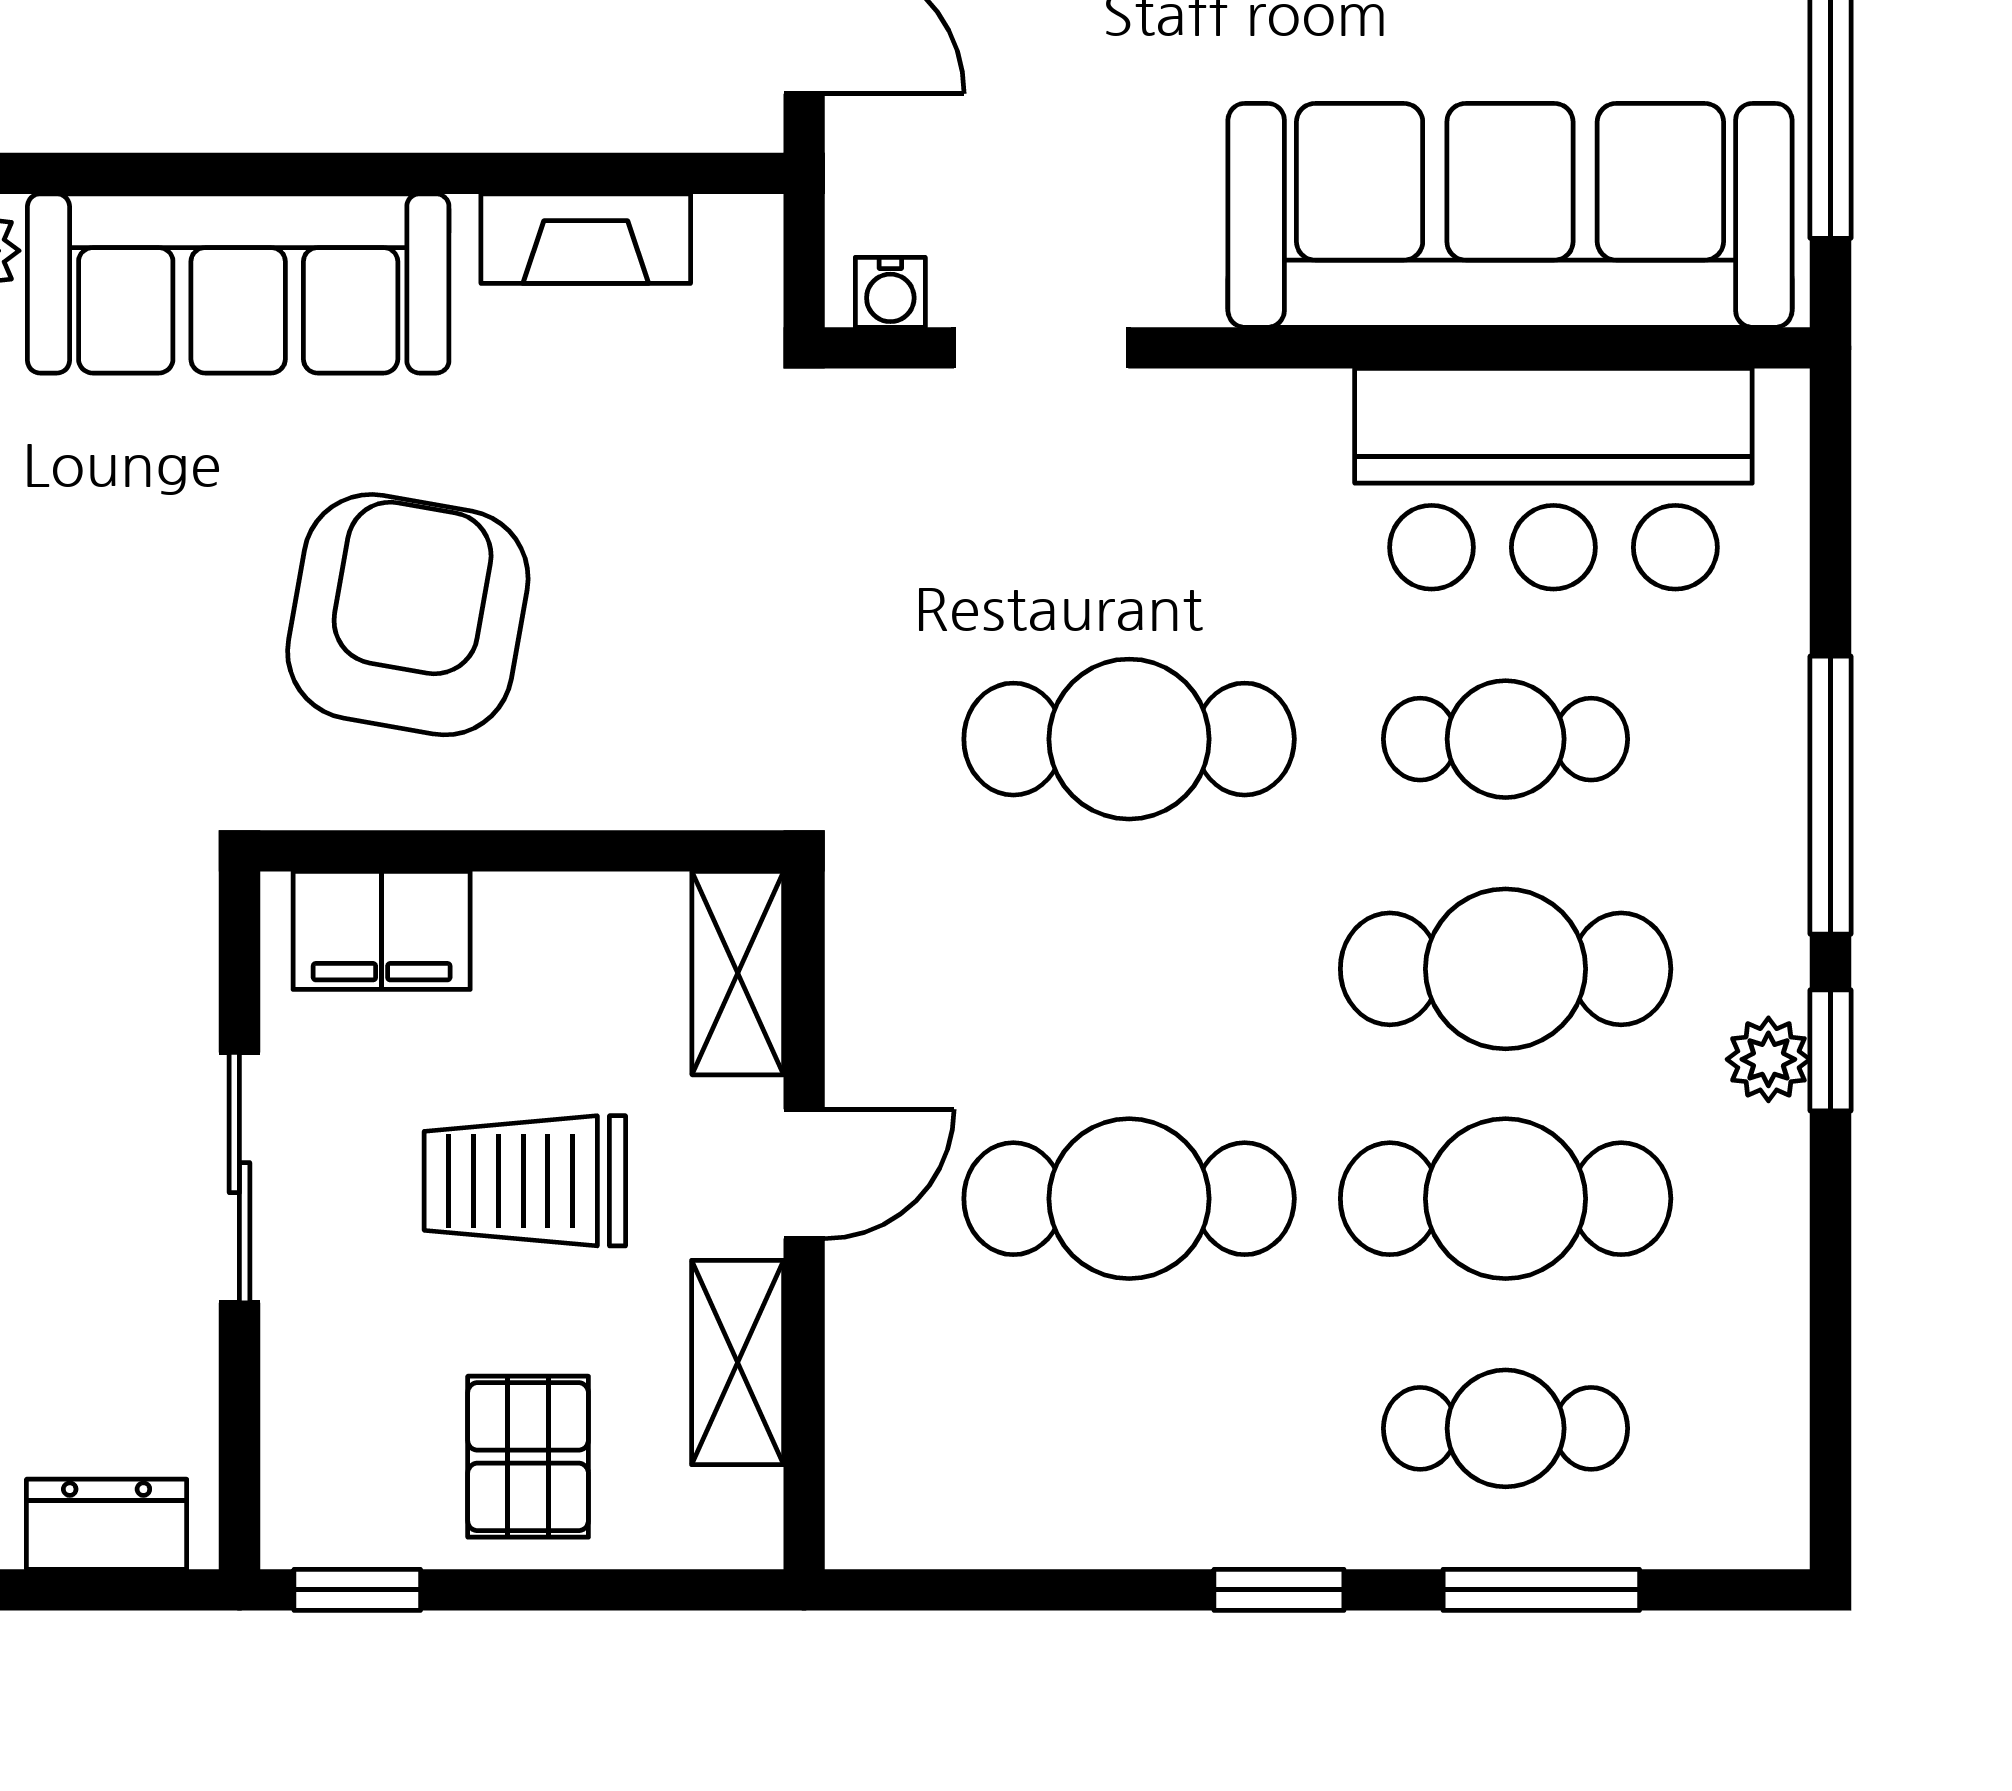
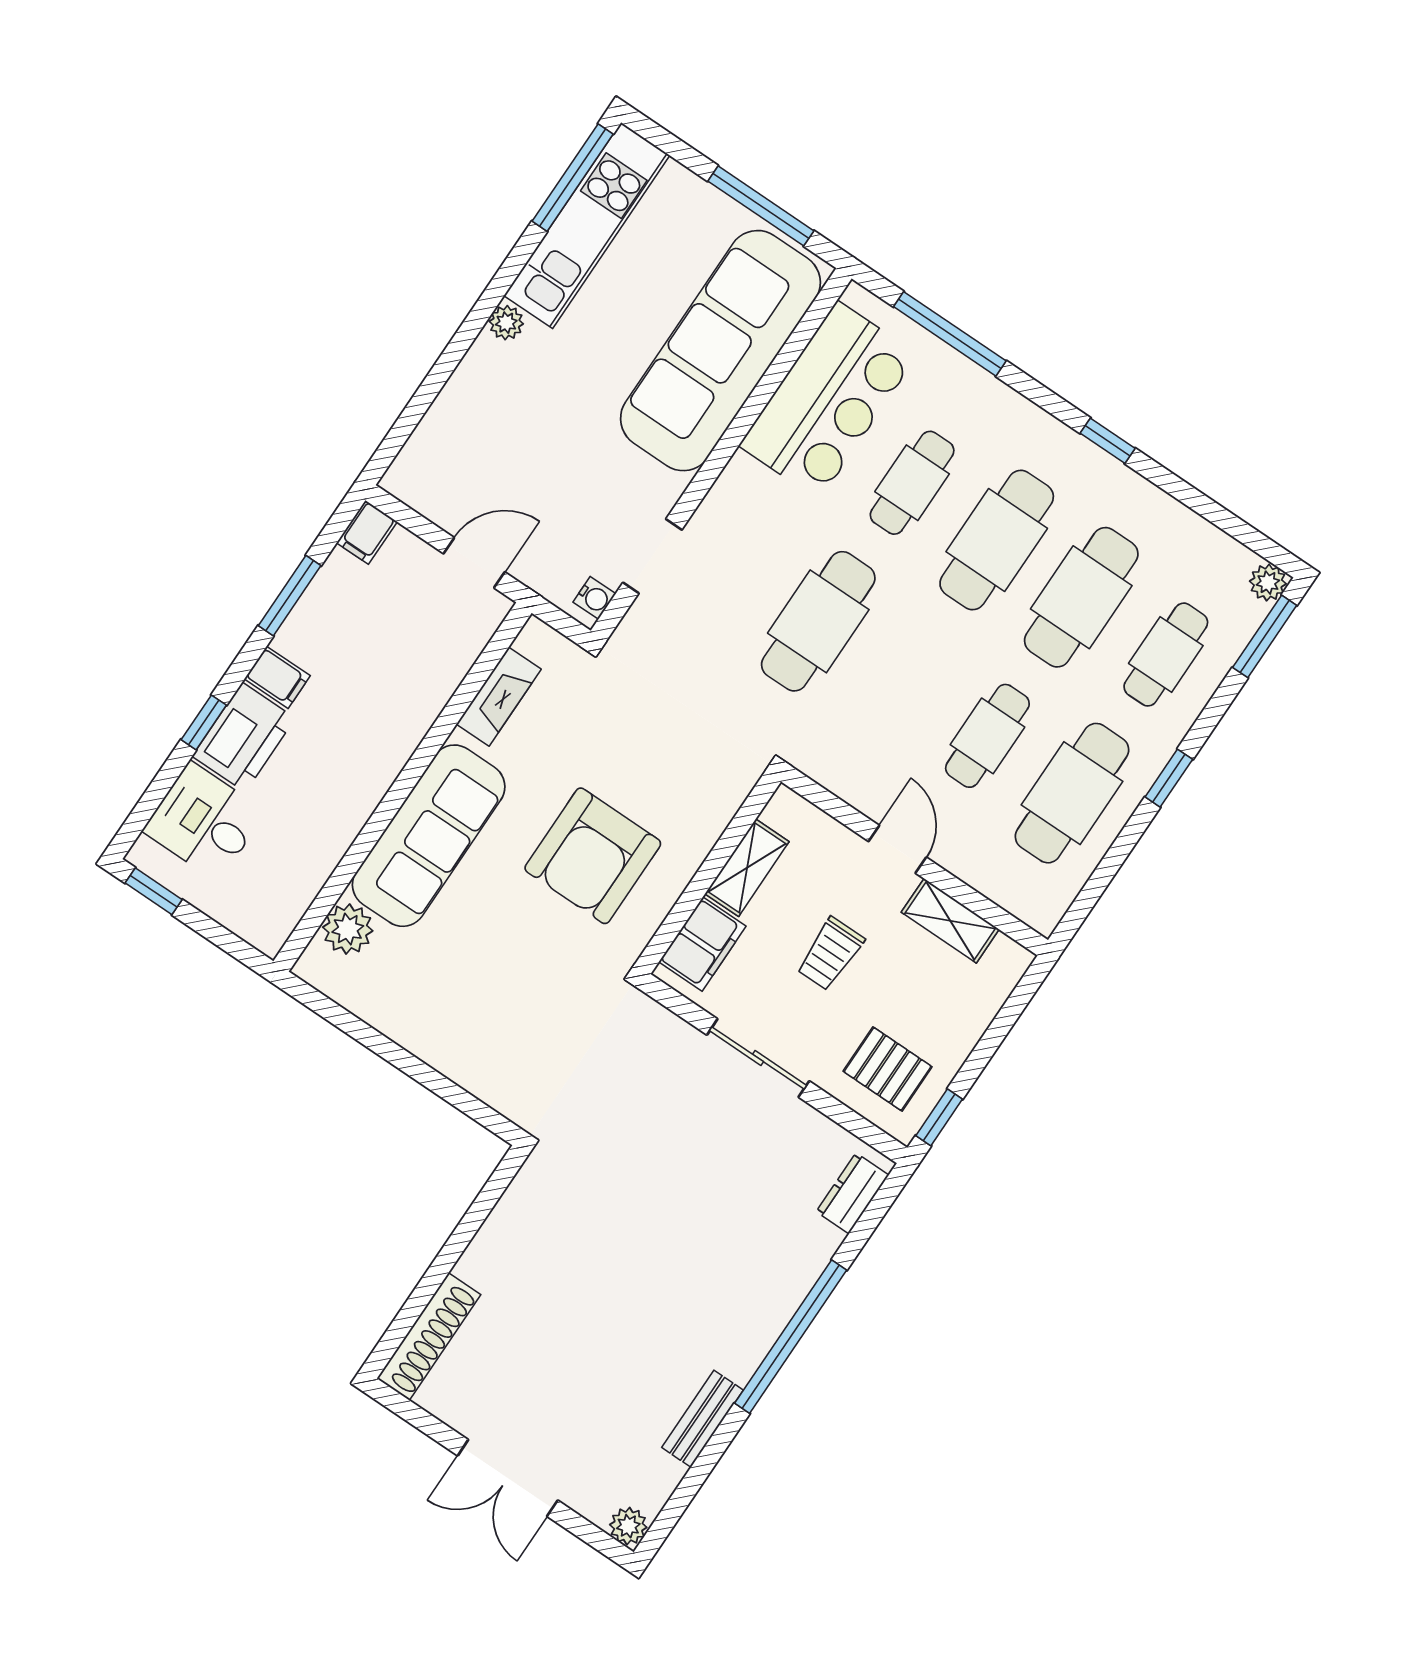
armchair: (408, 615) -> (593, 856), turned -100
window: (1831, 795) -> (950, 334), moved
shelving: (738, 973) -> (747, 868), moved, turned 90
plant: (1768, 1059) -> (1268, 583), moved
trolley: (525, 1181) -> (830, 954), width x0.73, depth x0.72
cafe table: (1129, 1199) -> (987, 736), width x0.73, depth x0.74
cafe table: (1129, 1428) -> (1072, 793), added
pallet: (528, 1457) -> (888, 1069), moved
window: (1541, 1590) -> (1265, 636), moved

